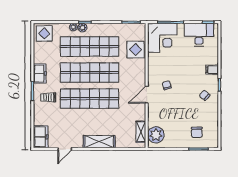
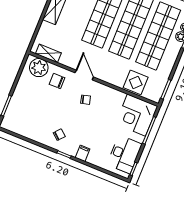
chair: (197, 132) -> (57, 81), moved

